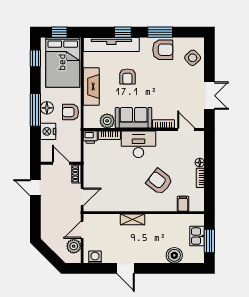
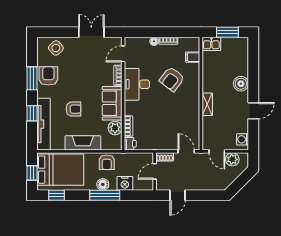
desk: (138, 144) -> (137, 84), moved
kitchen sink: (197, 236) -> (211, 44), moved
boiler: (174, 255) -> (241, 84), moved

